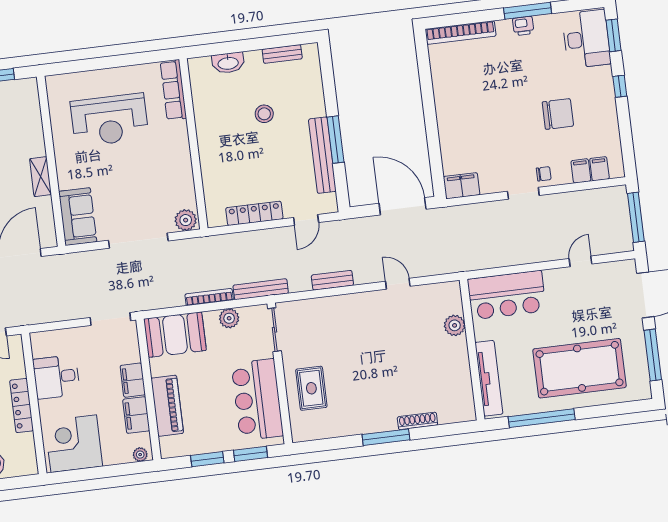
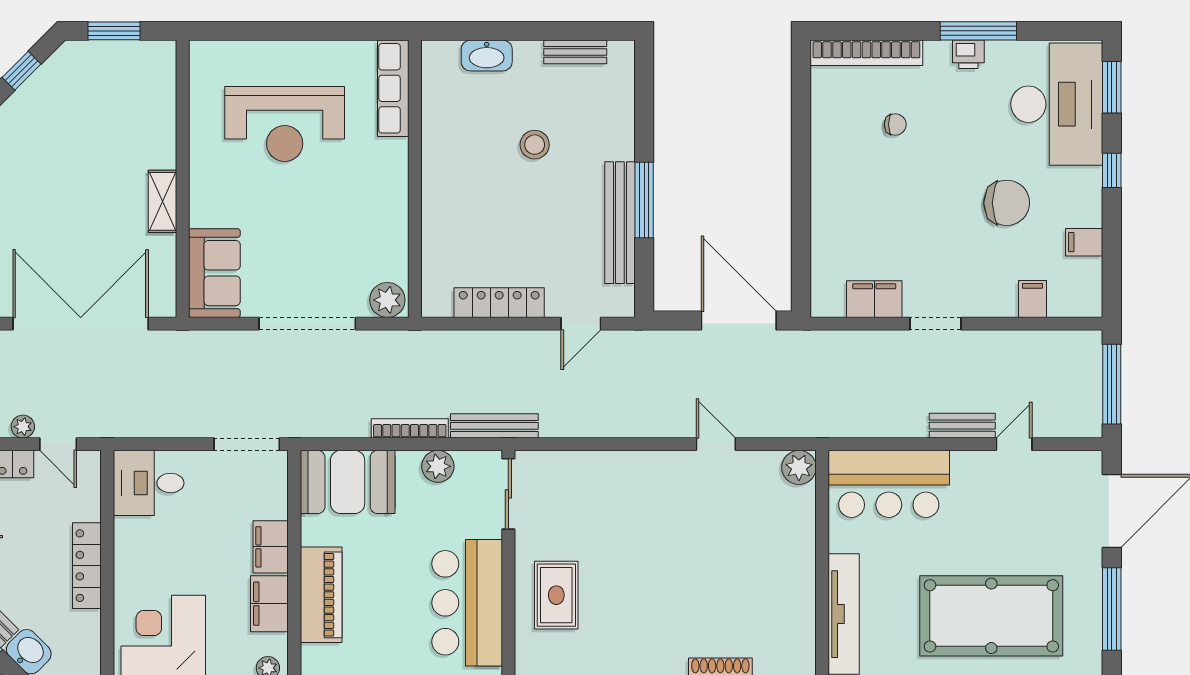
desk: (586, 39) -> (1057, 104), width x1.36, depth x1.30
filing cabinet: (599, 169) -> (1084, 242), moved, turned -90
chair: (544, 174) -> (895, 124), moved
filing cabinet: (462, 186) -> (874, 299), moved
bench: (332, 280) -> (962, 426), moved
plant: (455, 325) -> (799, 467), moved
desk: (56, 377) -> (149, 483), moved

